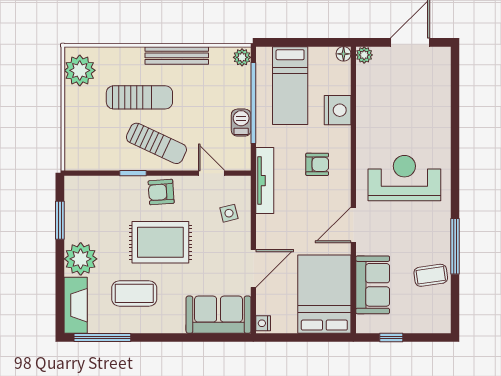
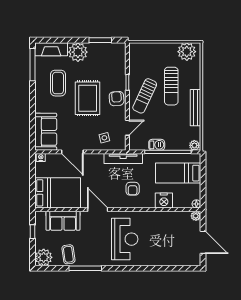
plant: (436, 318) -> (44, 257), added

